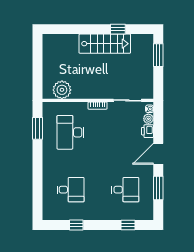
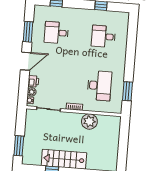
plant: (62, 90) -> (89, 121), moved

